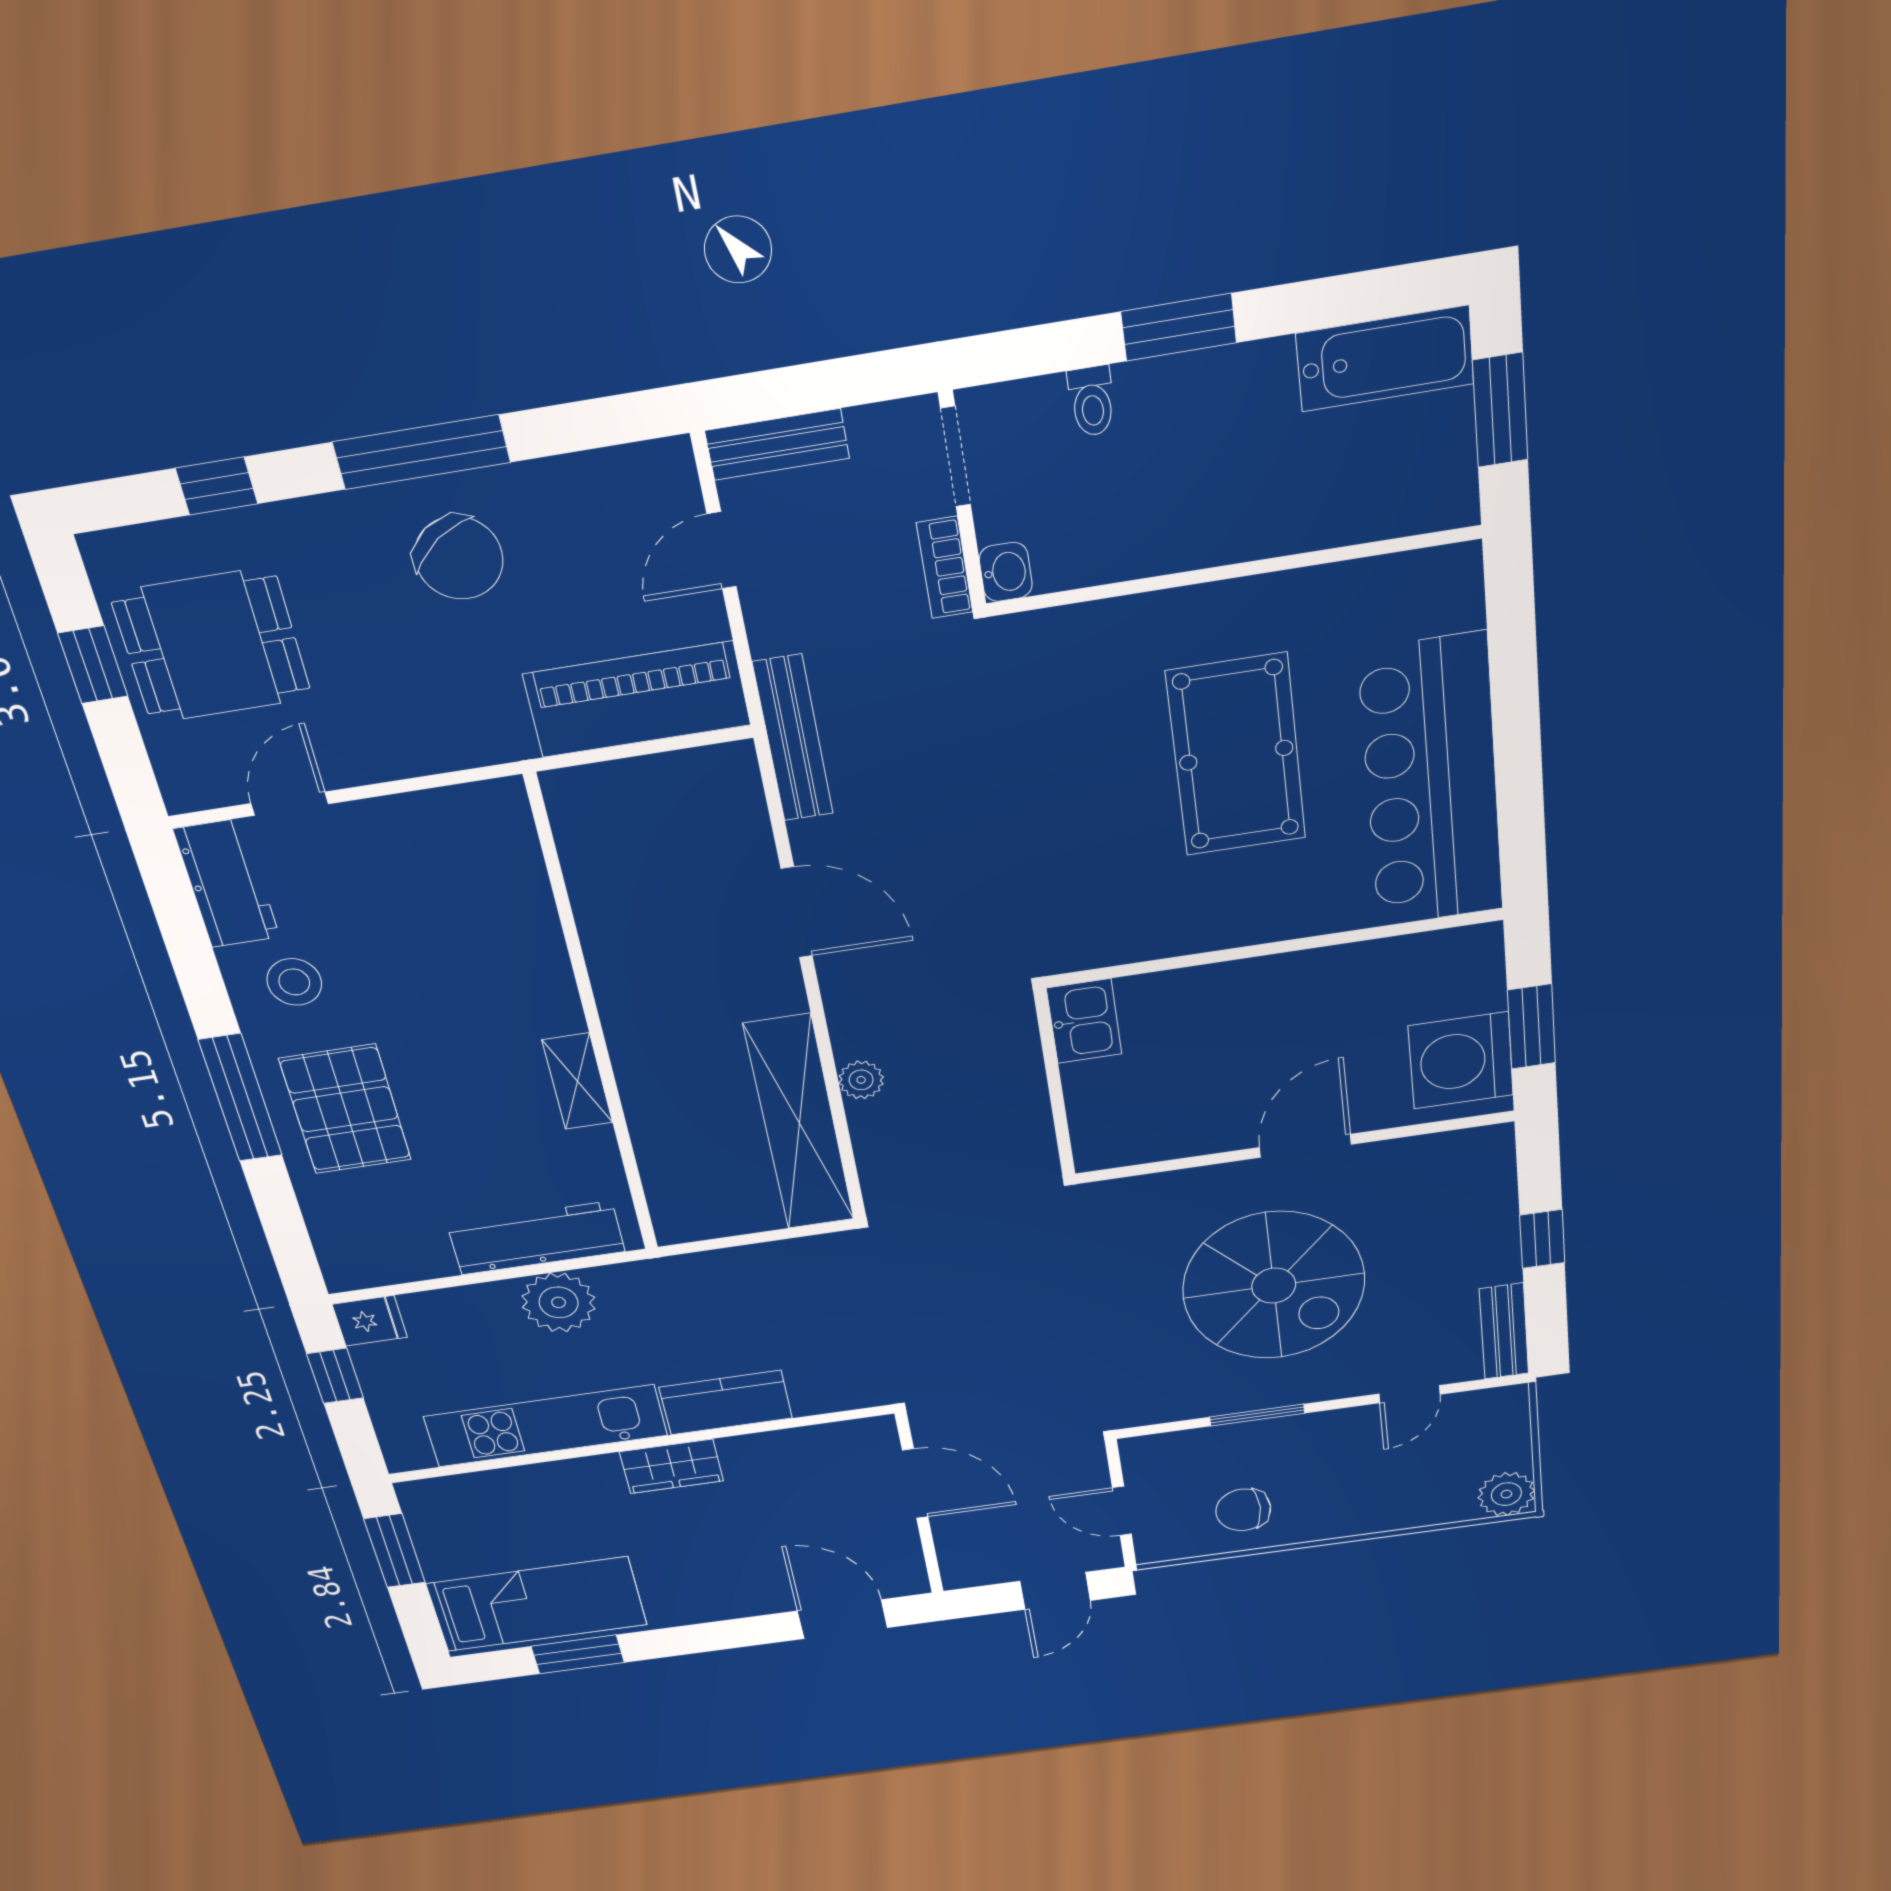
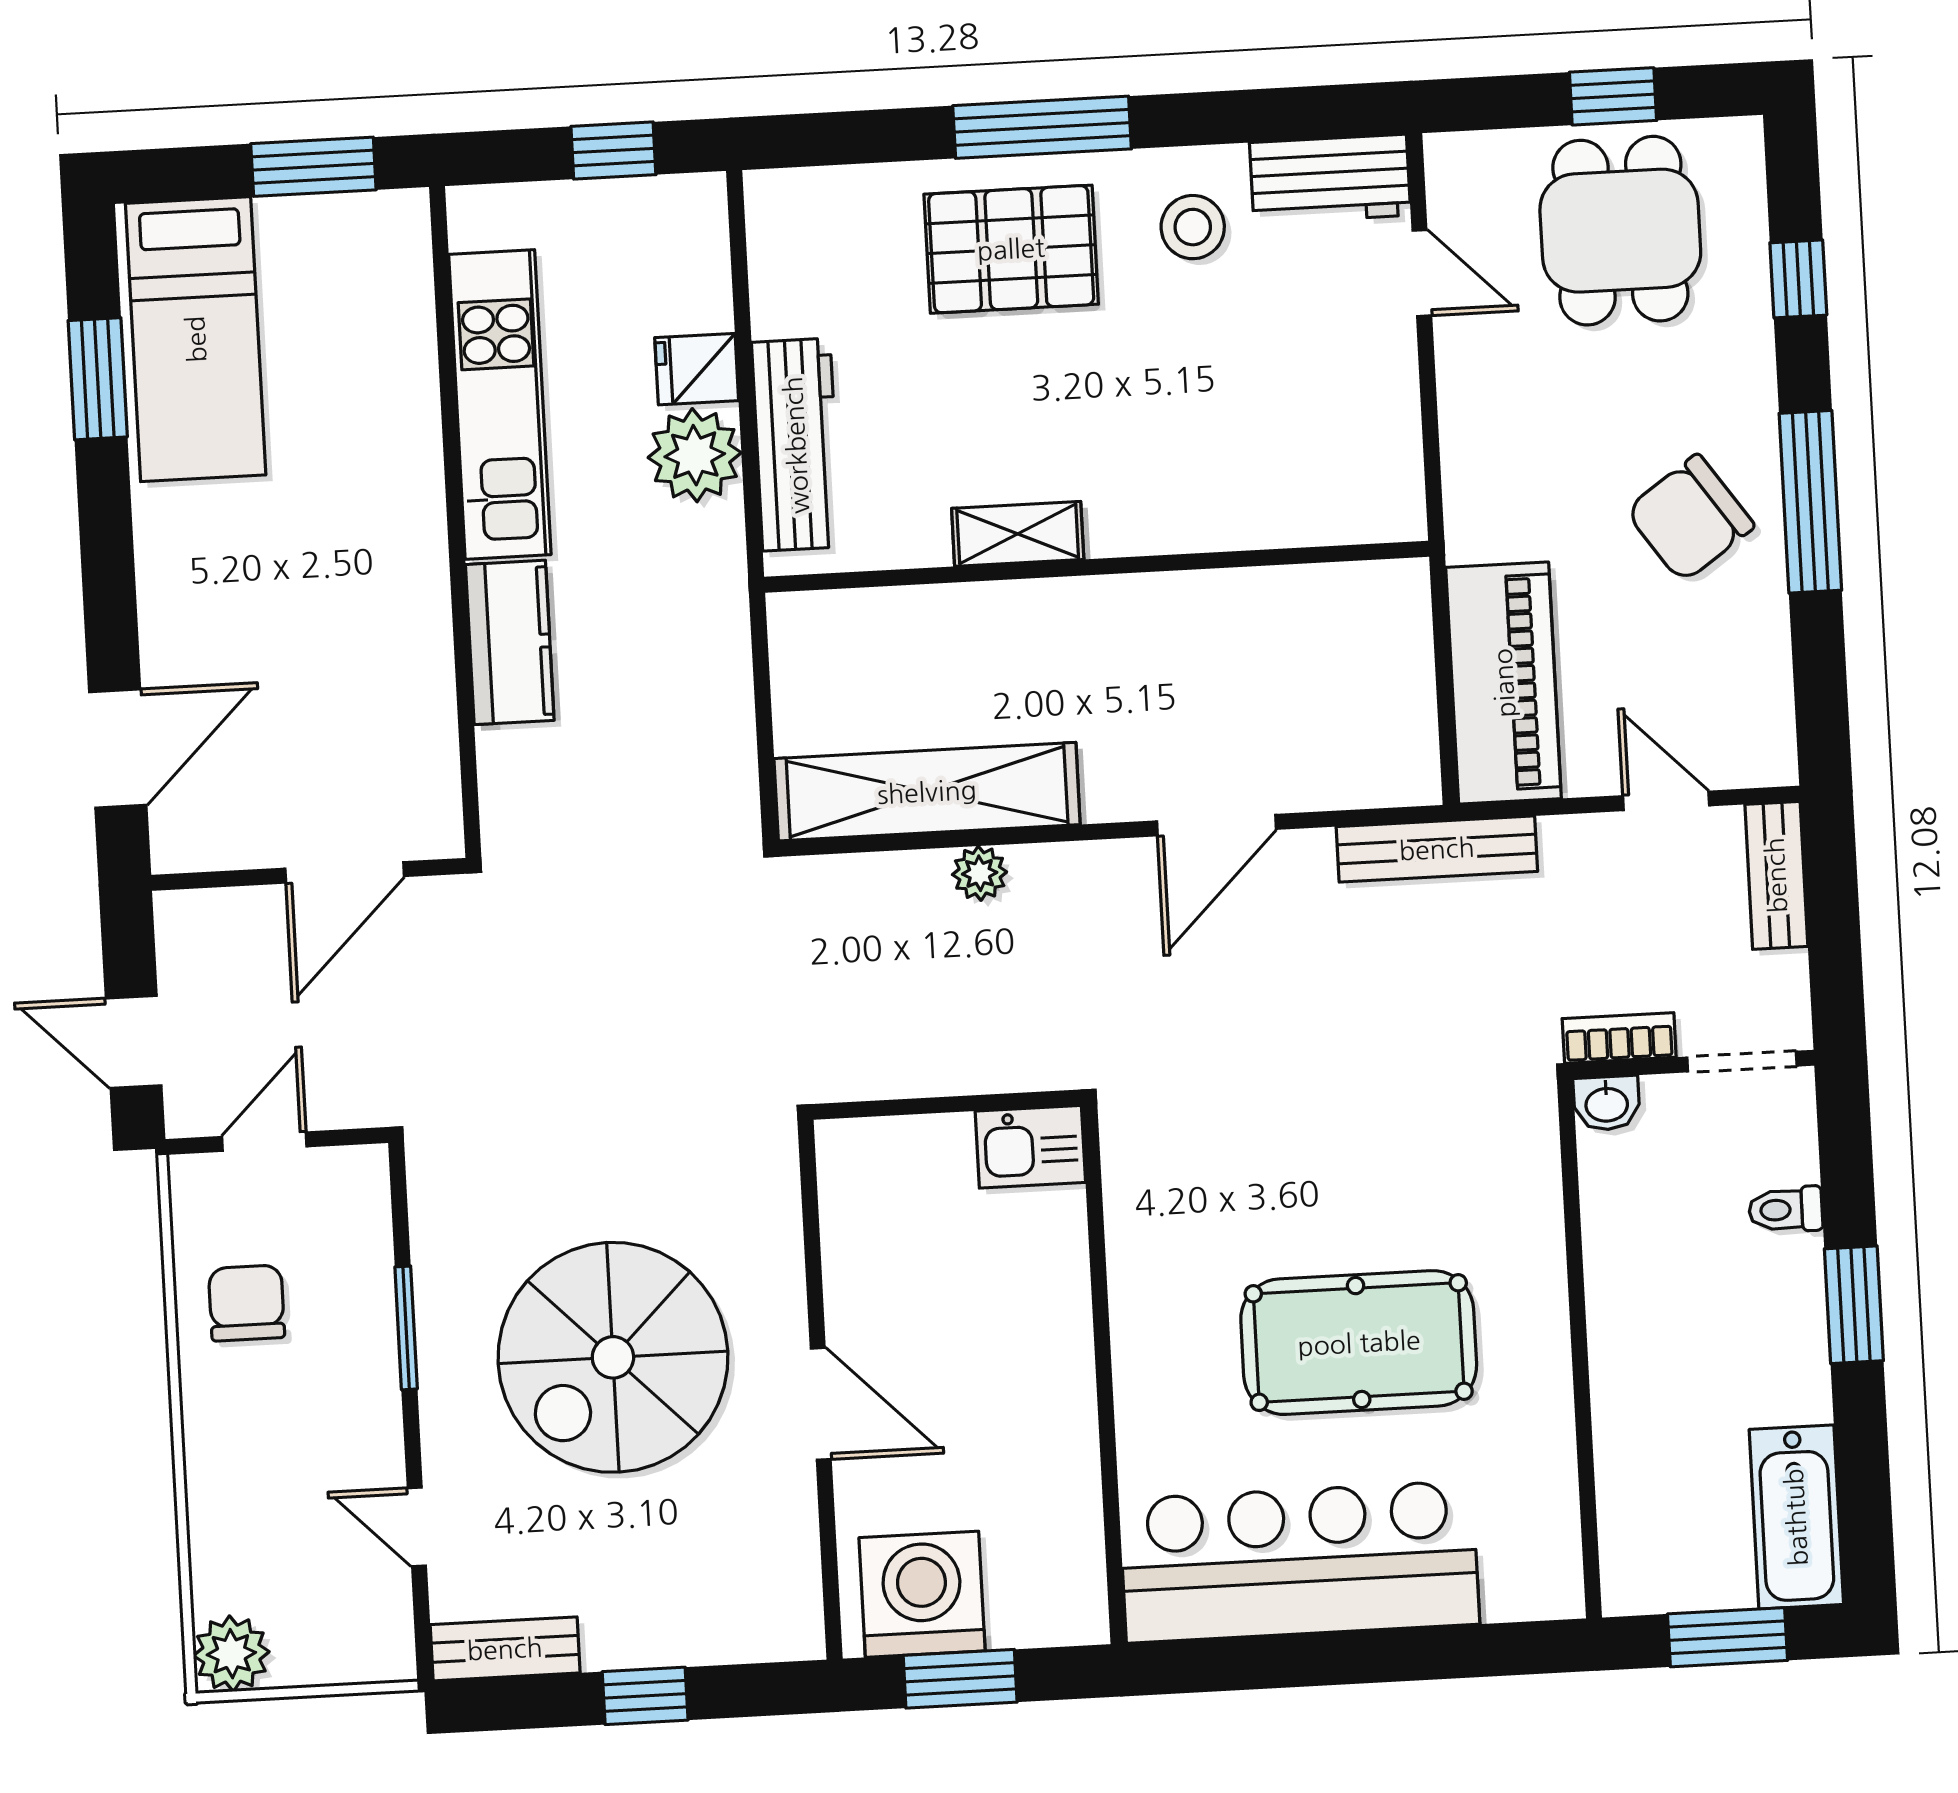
fridge: (370, 1321) -> (697, 369), moved, turned 90
wardrobe: (671, 1466) -> (413, 557), removed

